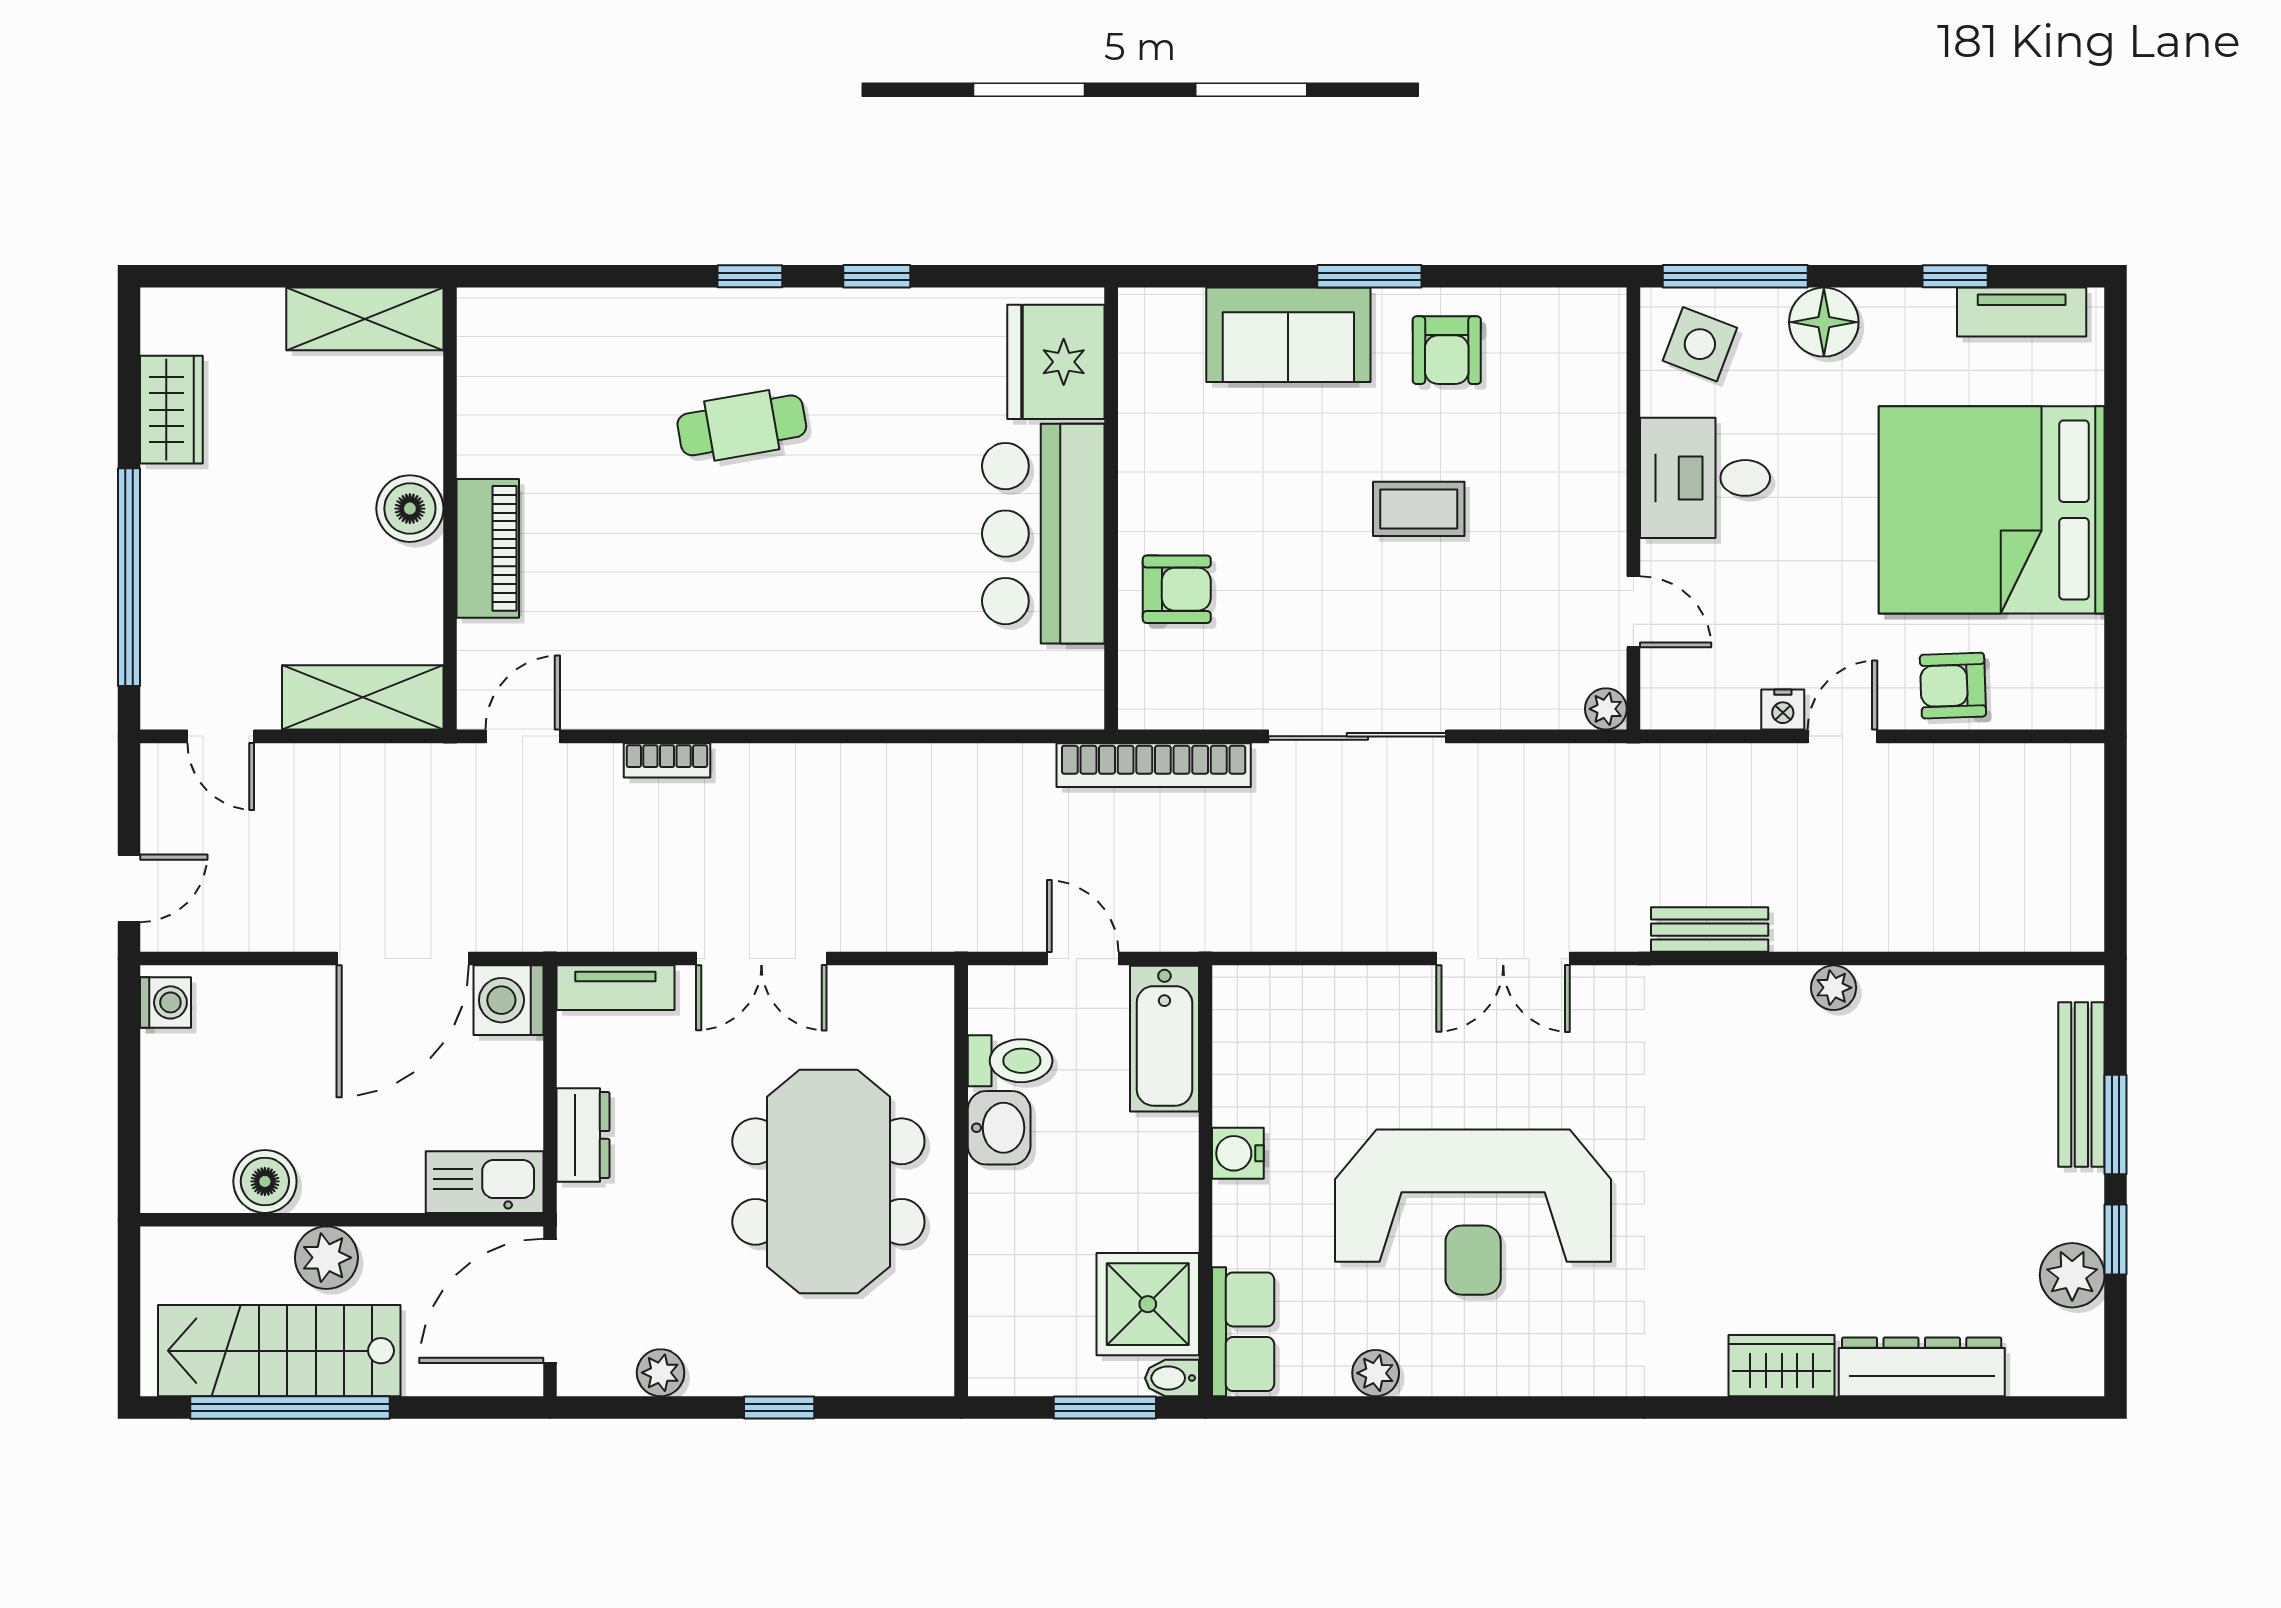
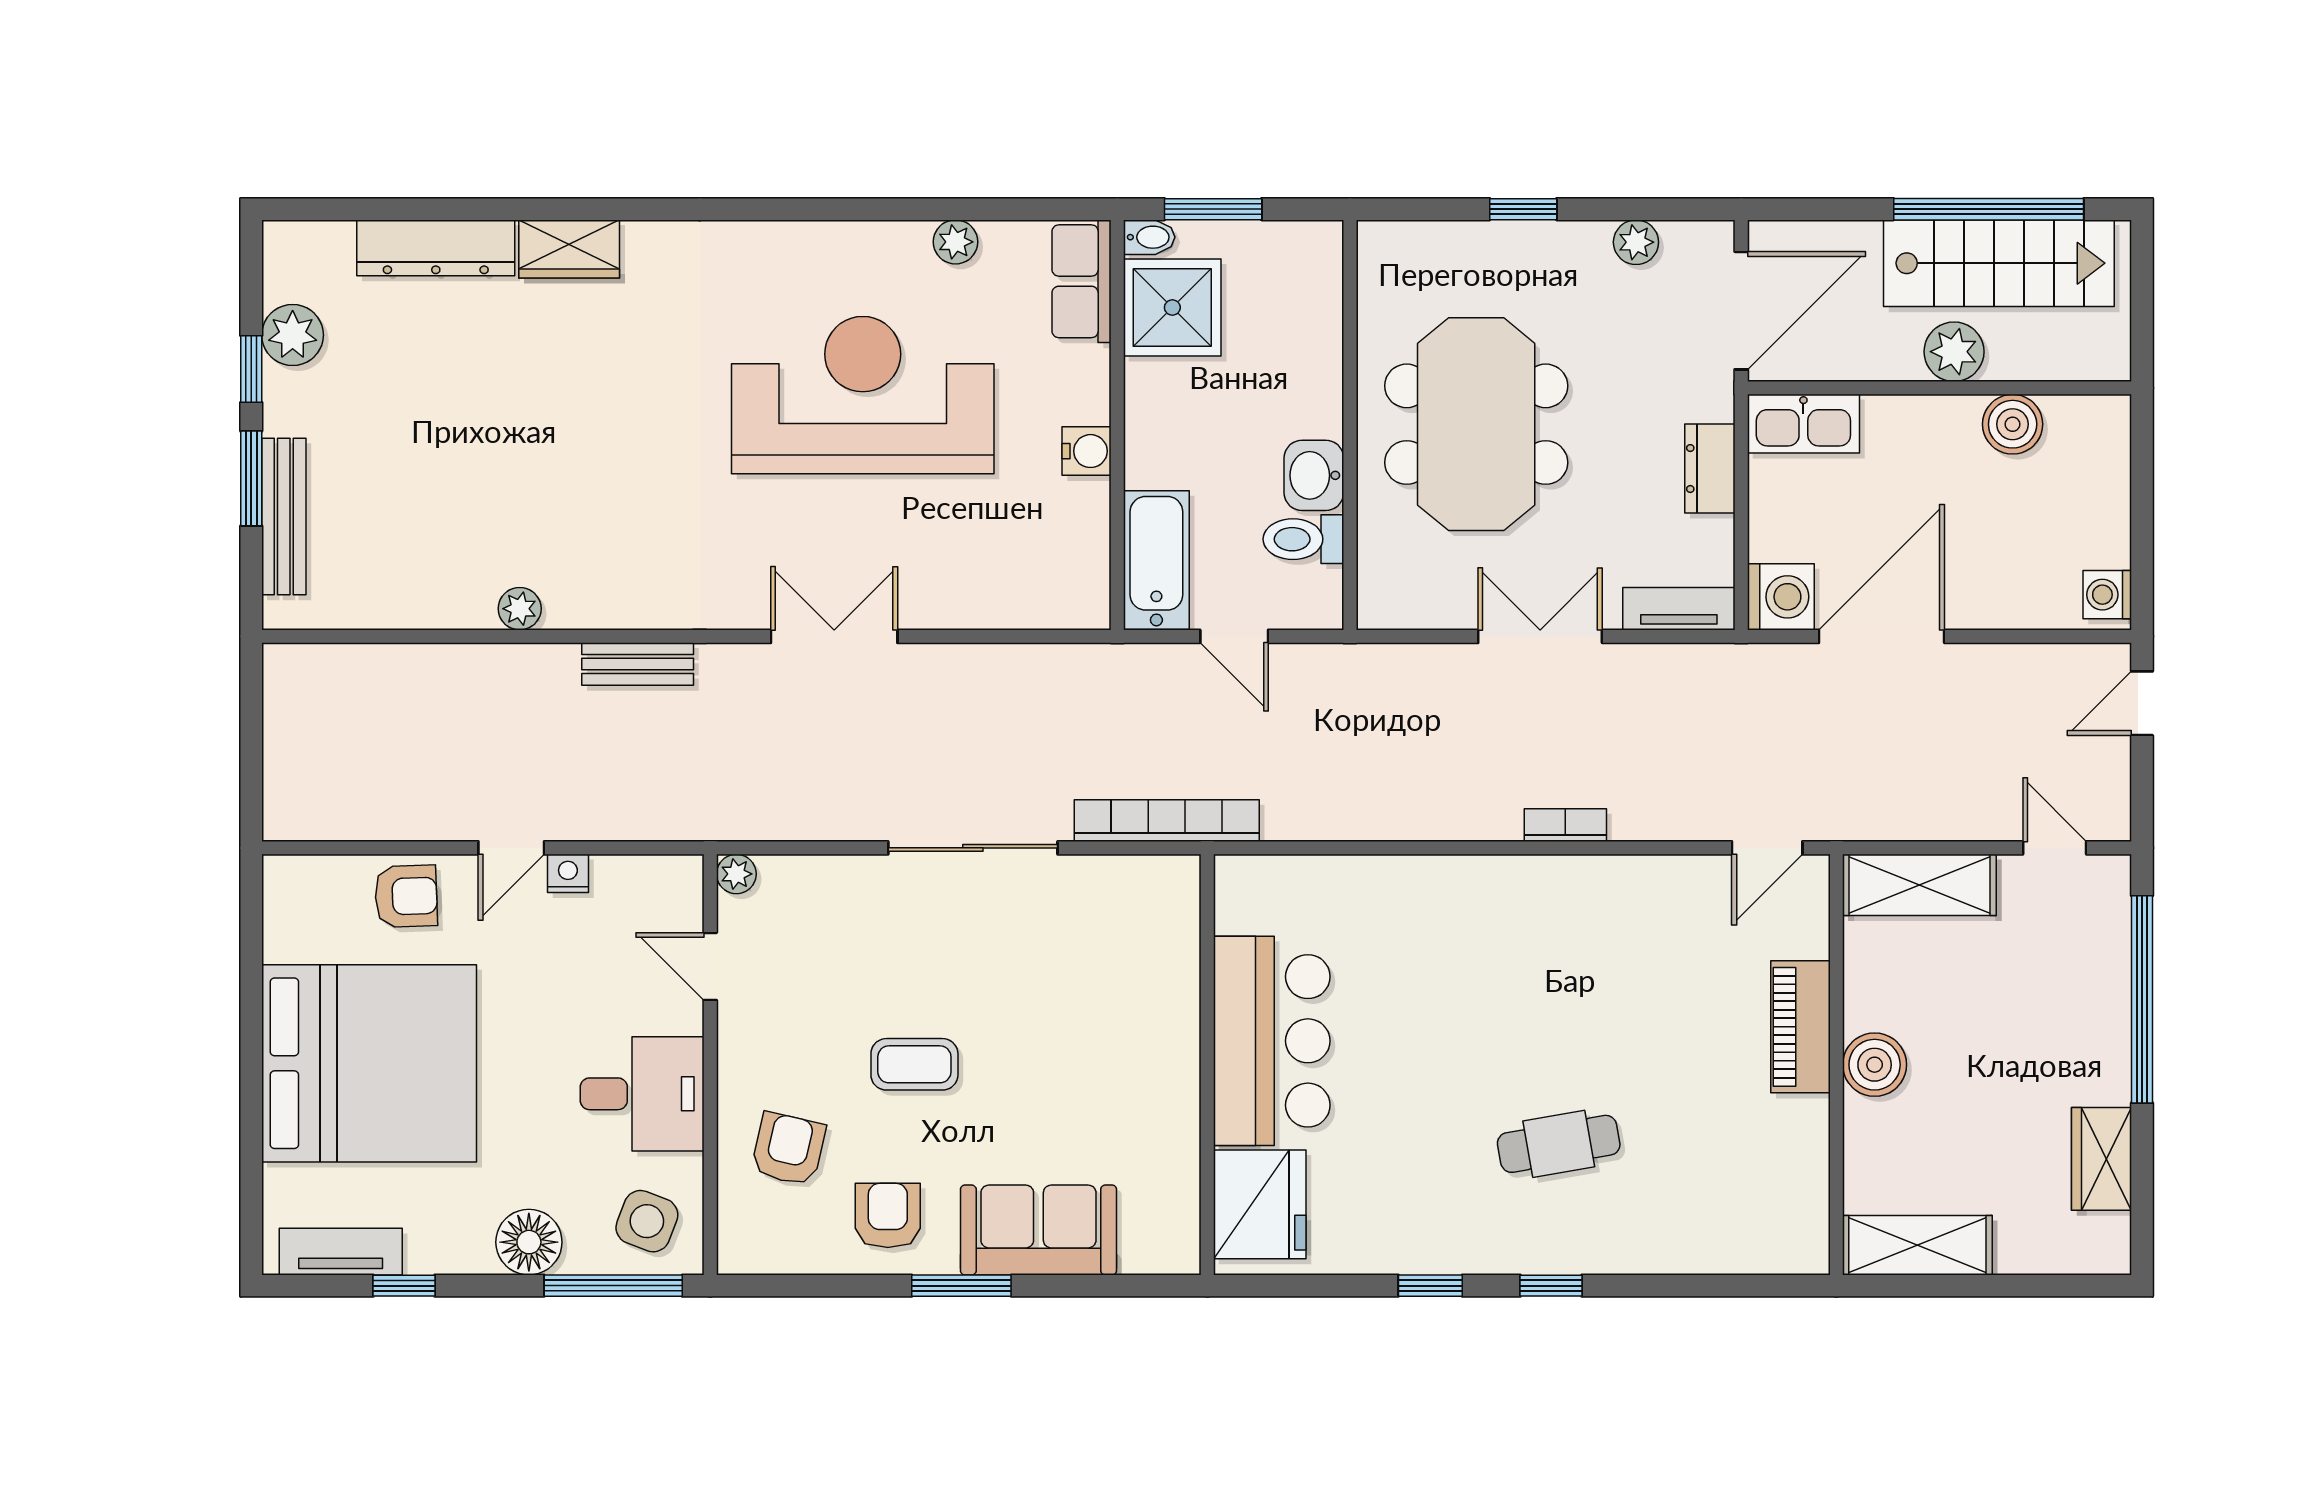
armchair: (1177, 589) -> (788, 1149), moved, turned 103
bookcase: (667, 760) -> (1565, 825), moved

